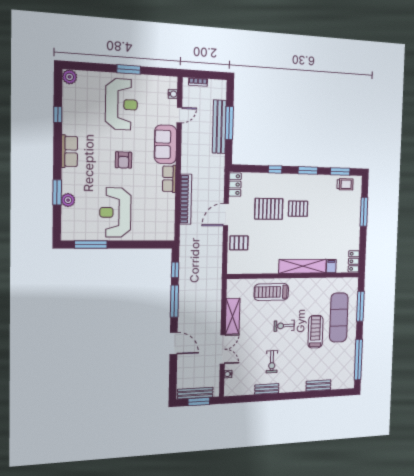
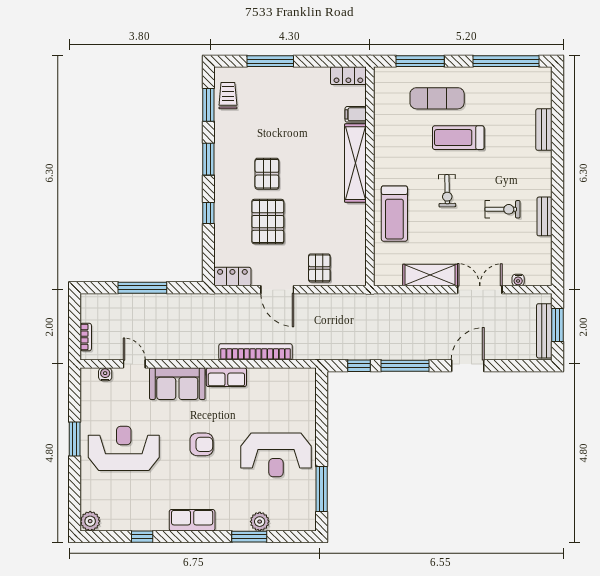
bench: (219, 127) -> (148, 303), removed
exercise mat: (339, 318) -> (437, 98), width x0.73, depth x0.69

